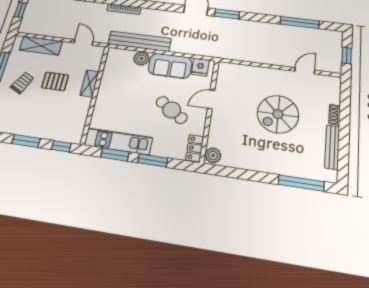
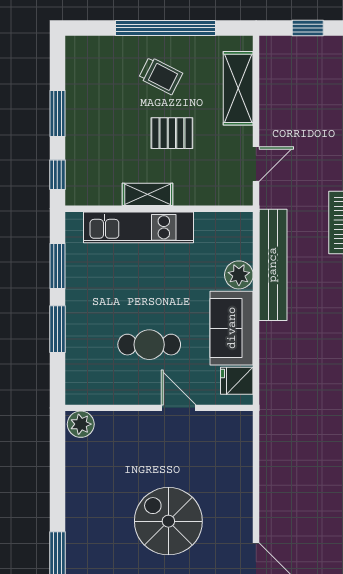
pallet: (55, 81) -> (172, 133), turned 90
shelving: (90, 83) -> (148, 194), moved
cafe table: (172, 110) -> (149, 345), turned 56
kitchen unit: (118, 141) -> (138, 227), moved, turned 90
locker: (195, 148) -> (88, 393), removed

